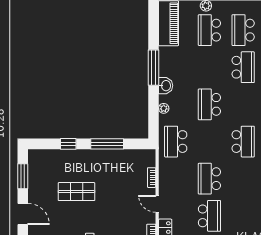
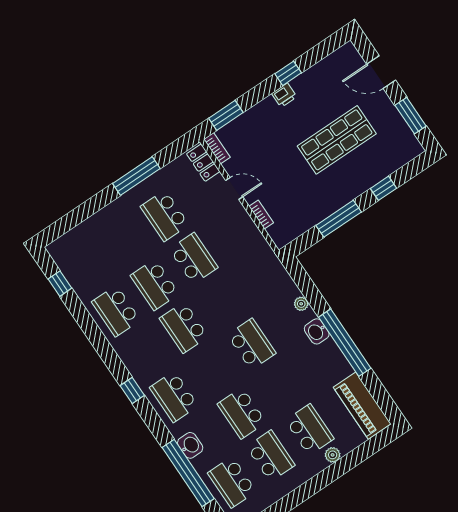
window: (153, 68) -> (345, 343), width x1.46
school desk: (176, 142) -> (155, 285), moved, turned 180
shop shelf: (76, 192) -> (337, 140), width x1.43, depth x1.36

